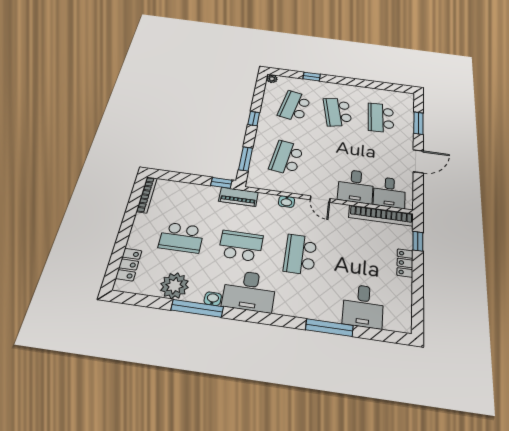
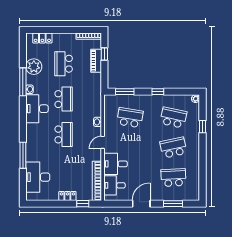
door: (418, 161) -> (141, 204), swing flipped
window: (221, 183) -> (104, 54), moved
piano: (238, 197) -> (96, 61), moved
school desk: (300, 254) -> (64, 134), turned 90
desk: (363, 306) -> (38, 177), width x1.37

